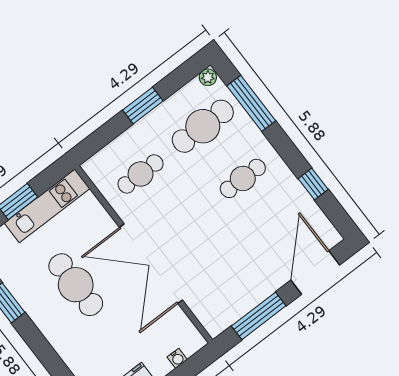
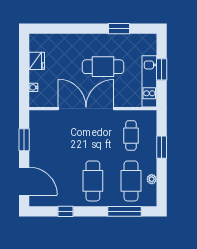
plant: (208, 77) -> (152, 179), moved
window: (143, 106) -> (162, 147), moved
cafe table: (243, 178) -> (93, 181), width x1.37, depth x1.35
window: (259, 316) -> (24, 140), width x0.69

